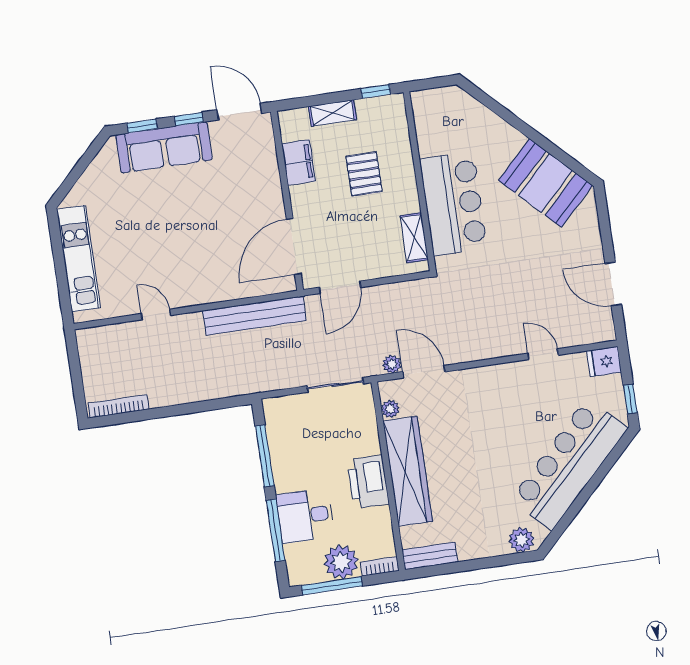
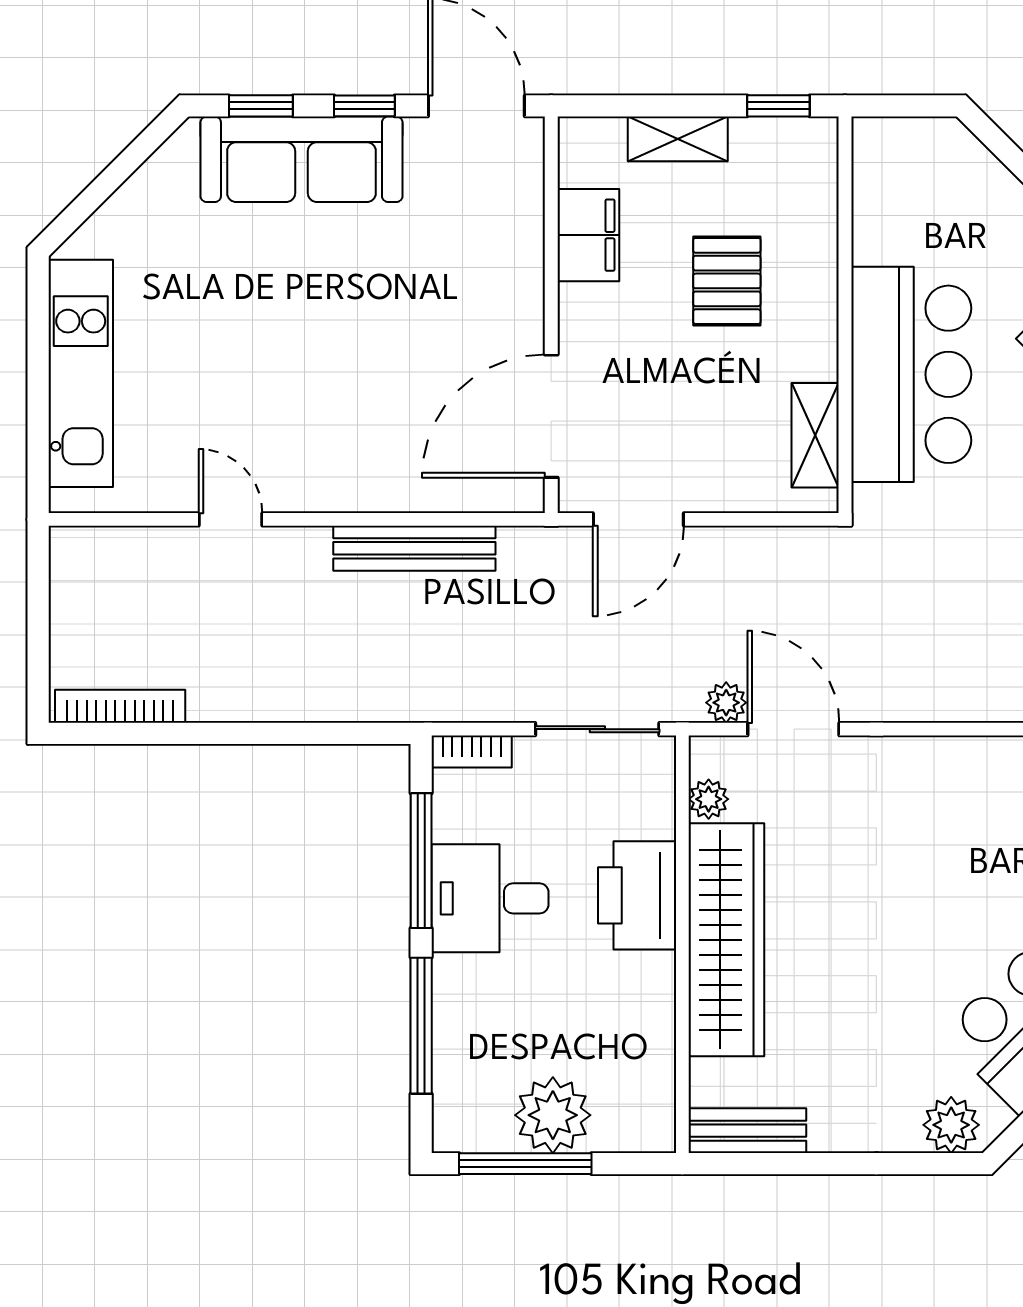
bench: (254, 316) -> (414, 548), width x0.73, depth x0.82
printer: (368, 482) -> (637, 895), moved
desk: (305, 516) -> (490, 898), moved
bookcase: (380, 566) -> (472, 751), moved, turned 180

